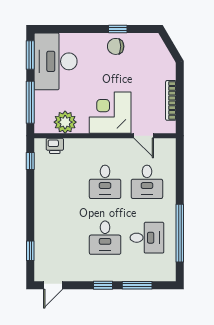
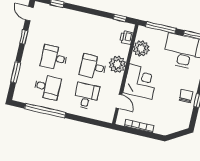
door: (144, 136) -> (119, 101), swing flipped
plant: (94, 150) -> (117, 64), added
desk: (147, 182) -> (86, 96), turned 90
desk: (147, 238) -> (47, 87), turned -90
window: (103, 285) -> (24, 37), moved

